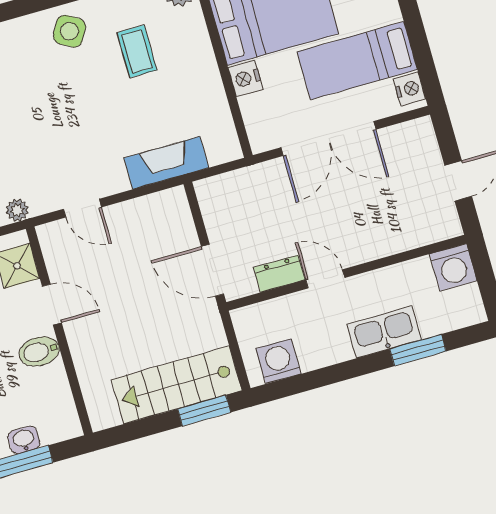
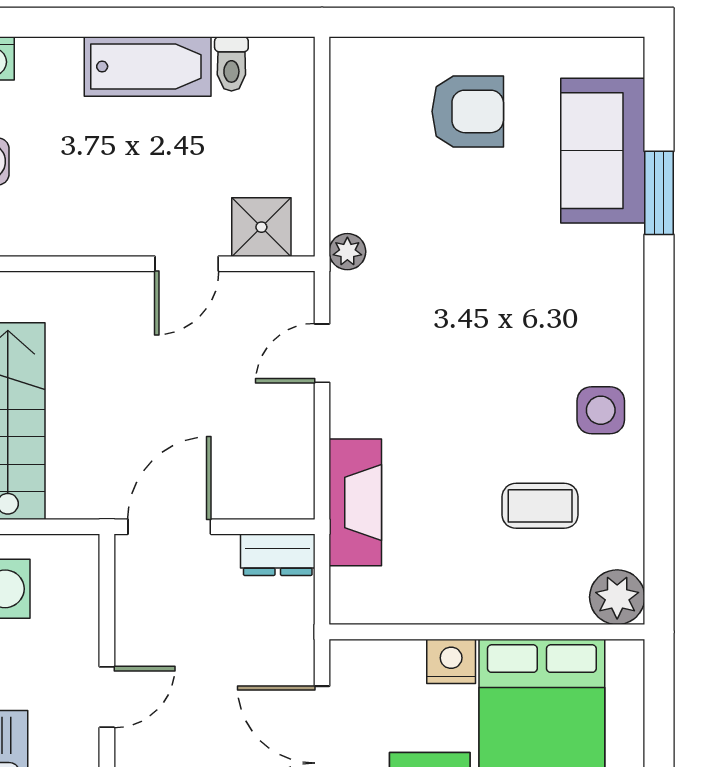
side table: (69, 31) -> (601, 410), turned -30
dresser: (279, 274) -> (278, 555), moved, turned 90
bidet: (39, 351) -> (120, 224), removed

